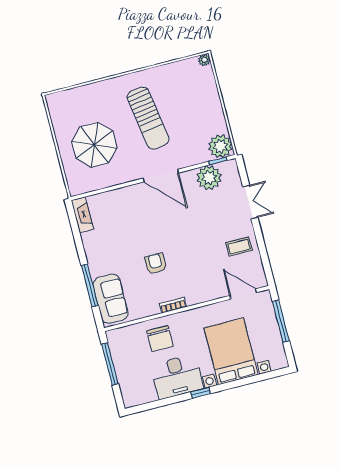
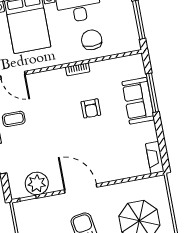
plant: (220, 146) -> (25, 211), removed
sofa: (111, 299) -> (138, 101), moved

